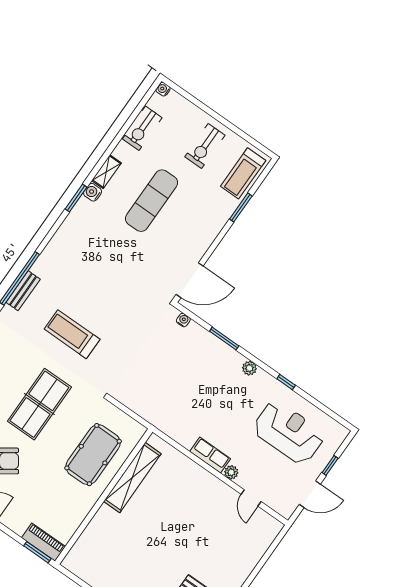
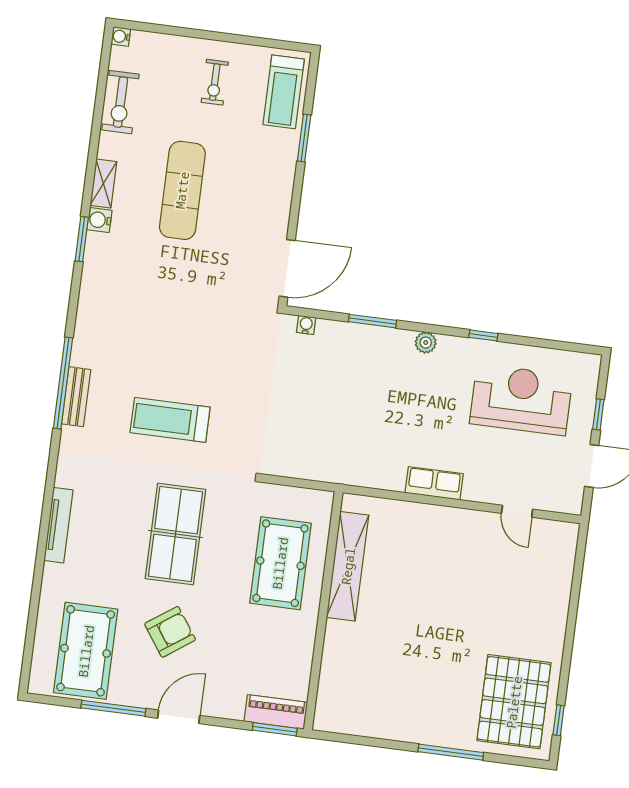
exercise bike: (205, 146) -> (215, 82), width x0.73, depth x0.72
plant: (231, 472) -> (474, 491), removed

